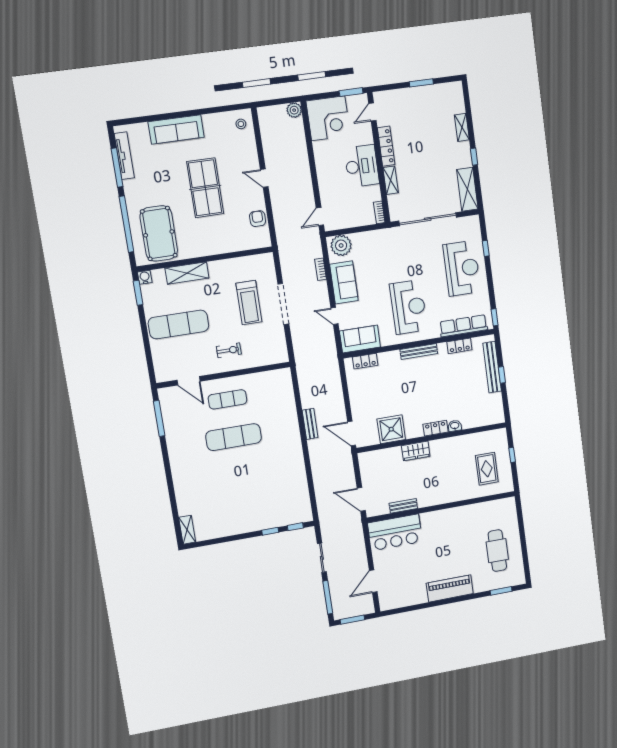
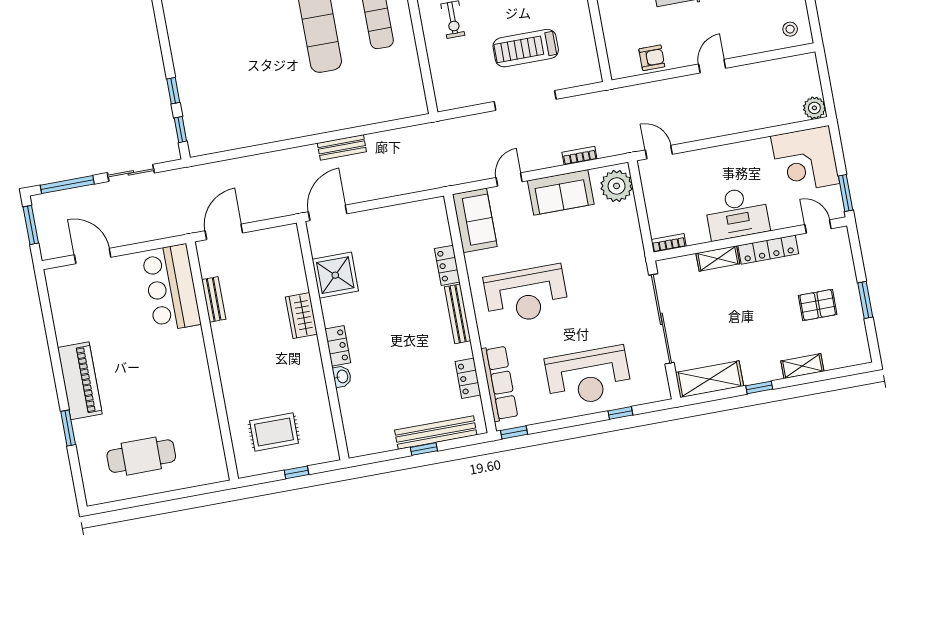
pallet: (423, 115) -> (818, 305), added
locker: (365, 361) -> (447, 265), moved
window: (501, 591) -> (68, 428), moved

